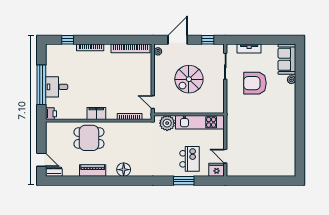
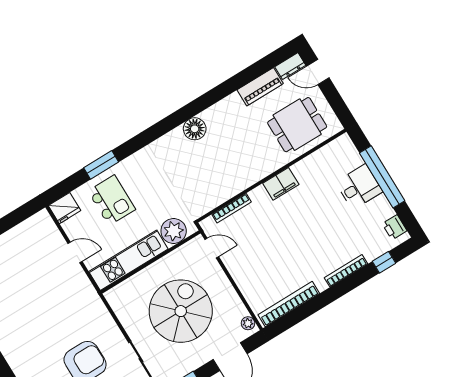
spiral stairs: (189, 79) -> (181, 311), width x1.37, depth x1.37
printer: (51, 114) -> (395, 227), moved
dining table: (89, 138) -> (297, 125), moved
door: (225, 156) -> (75, 252), moved
kitchen island: (190, 159) -> (112, 200), turned 180
piano: (93, 171) -> (260, 87), moved

